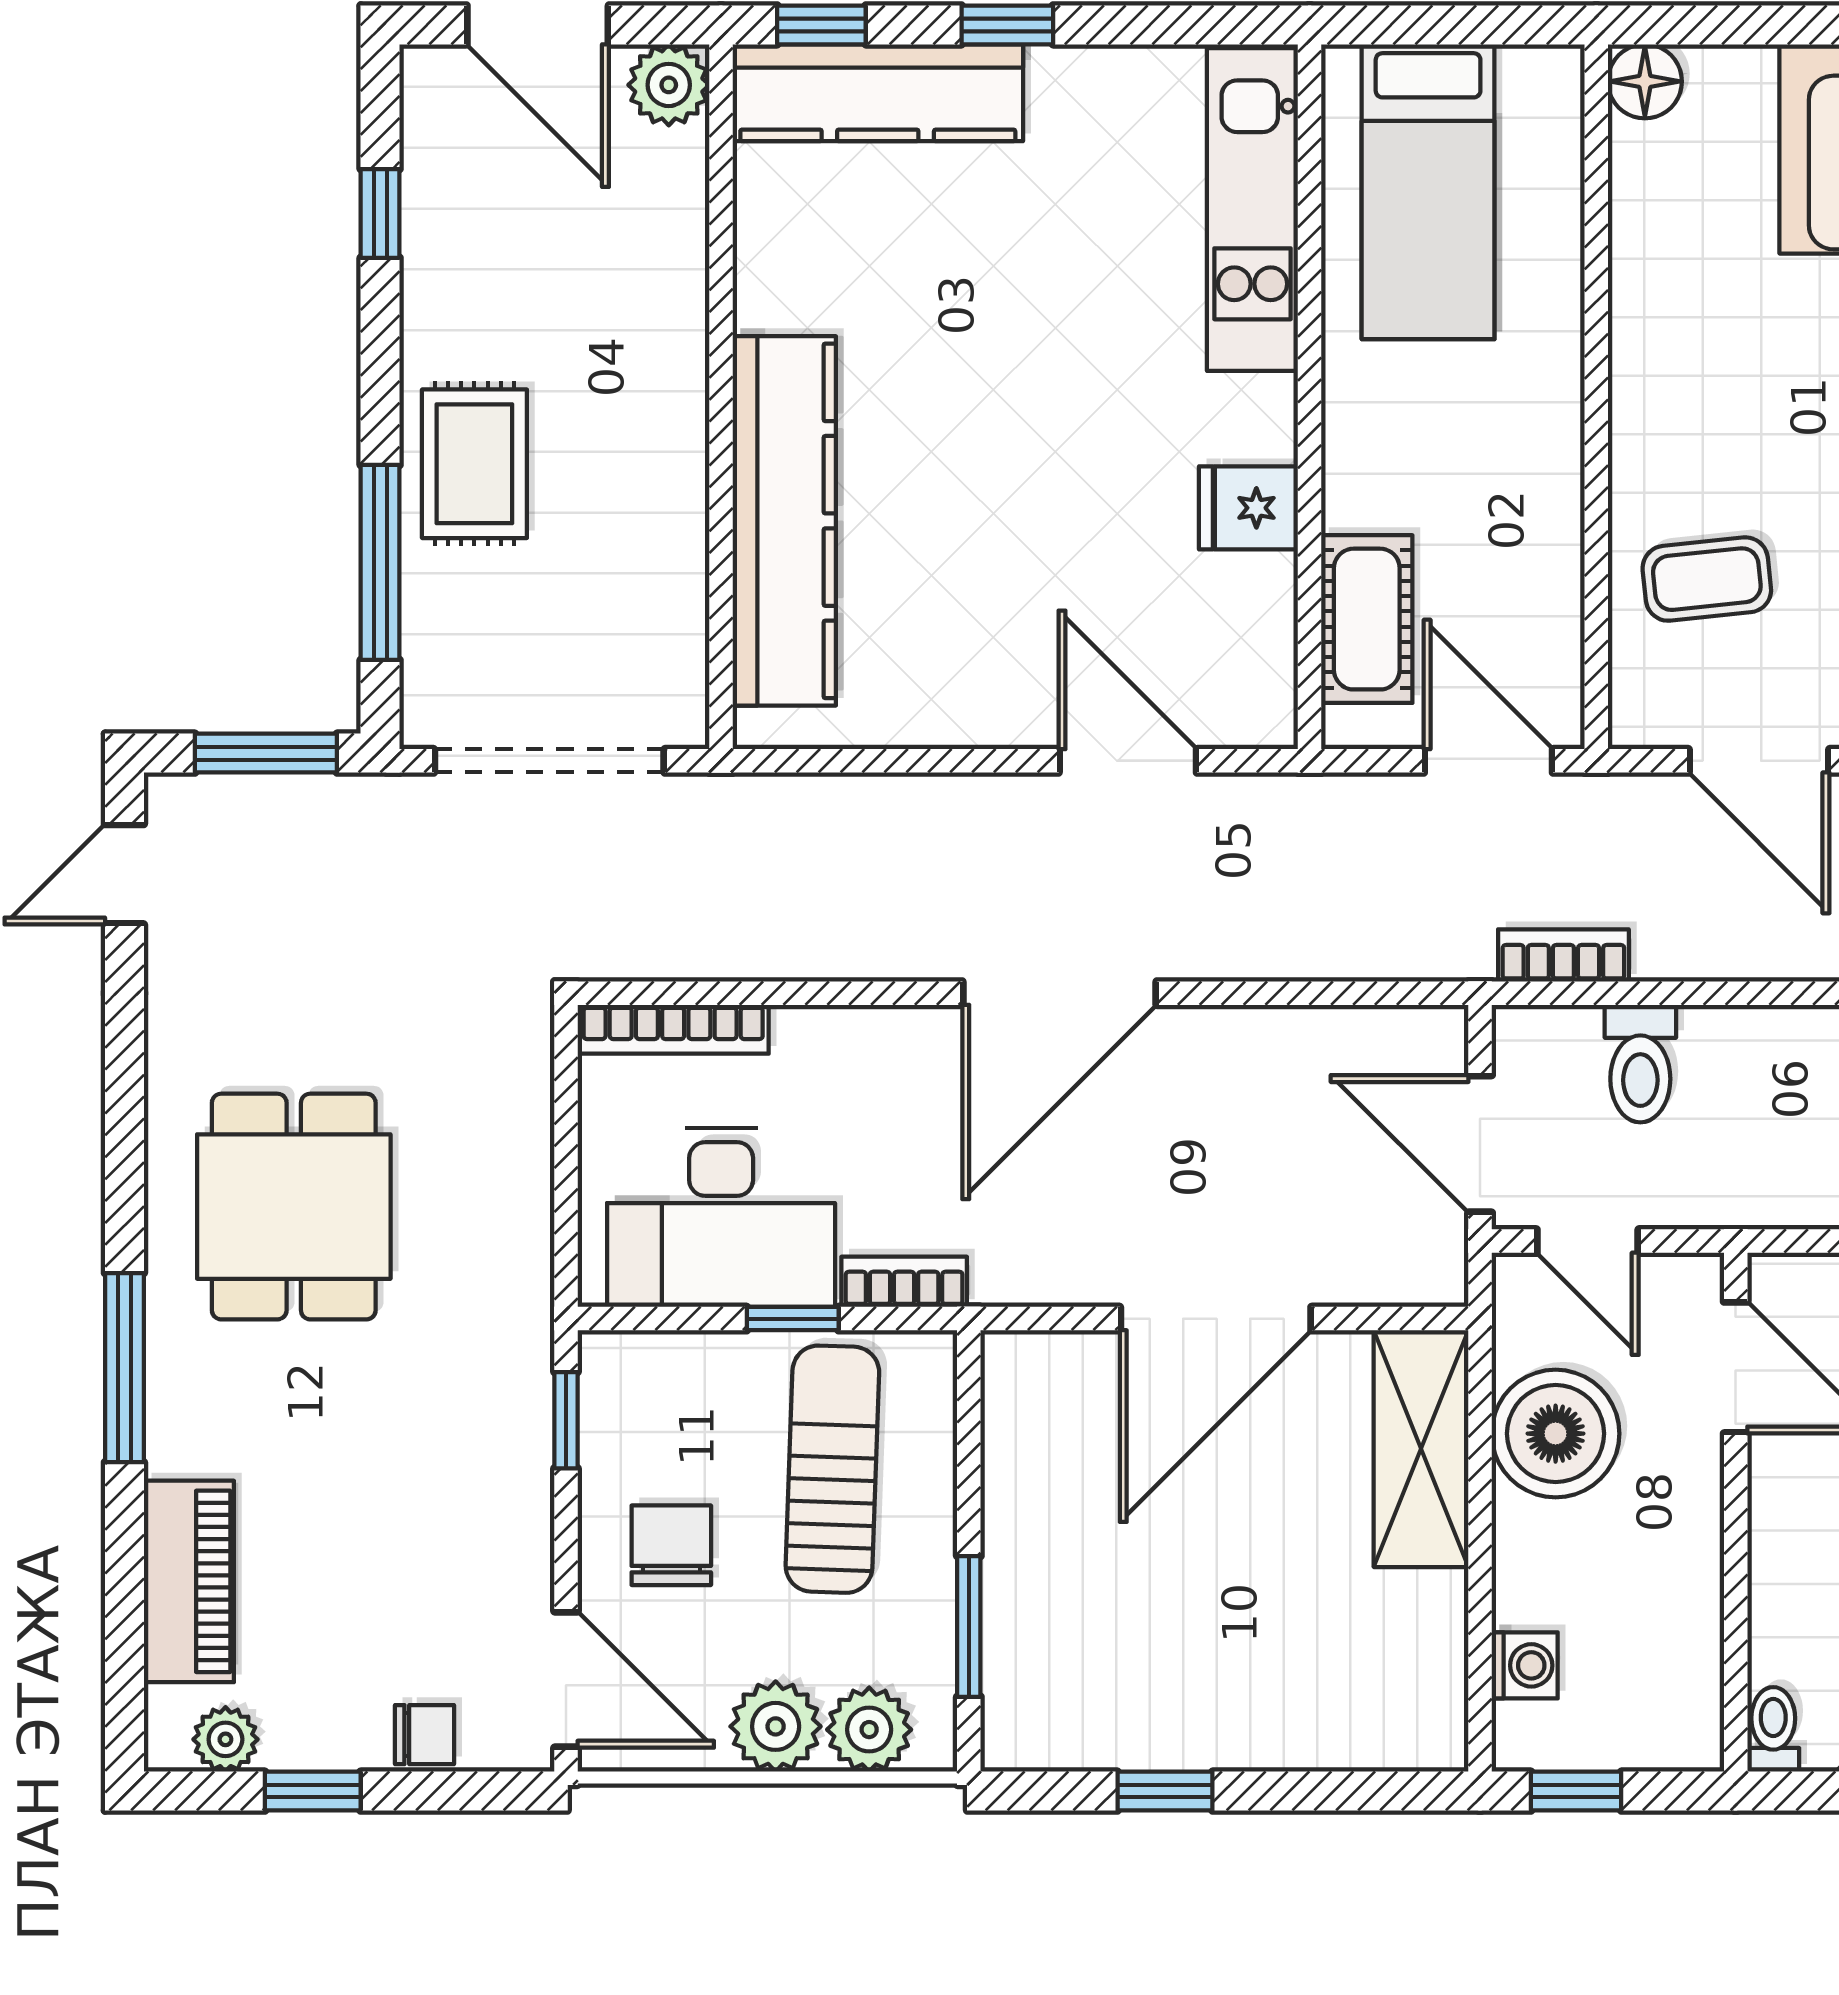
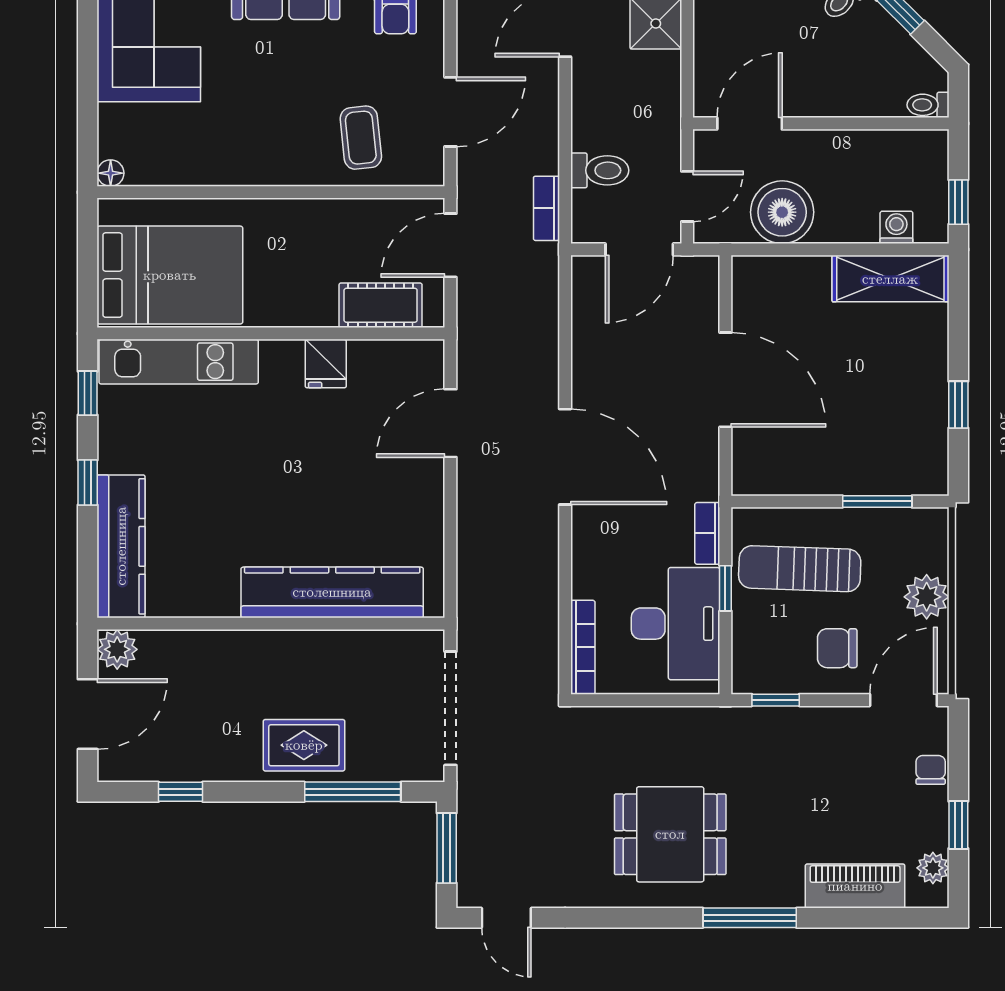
window: (821, 25) -> (88, 393), moved
floor lamp: (1645, 81) -> (111, 173), width x0.73, depth x0.73
bed: (1428, 192) -> (170, 275), width x1.50
shelving: (1421, 1449) -> (890, 279), moved
plant: (869, 1730) -> (928, 551), removed

